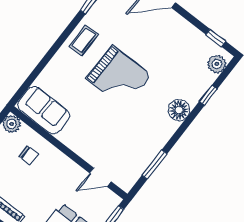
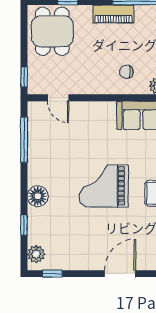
window: (154, 165) -> (24, 140), width x1.44
door: (100, 177) -> (58, 98), swing flipped

